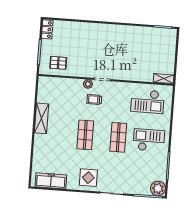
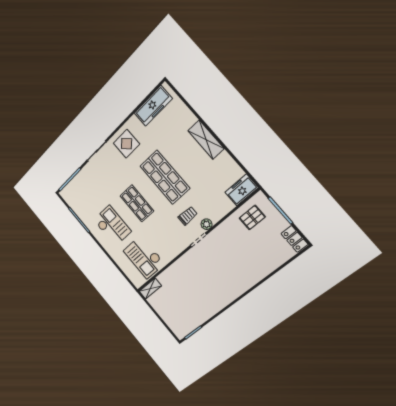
freezer: (49, 84) -> (242, 190), added
checkout: (147, 101) -> (144, 257), turned -90
shelving: (42, 118) -> (206, 140), moved
shop shelf: (85, 135) -> (165, 177), width x1.43, depth x1.36
checkout: (149, 140) -> (112, 226), turned -90
plant: (158, 188) -> (69, 194), removed

